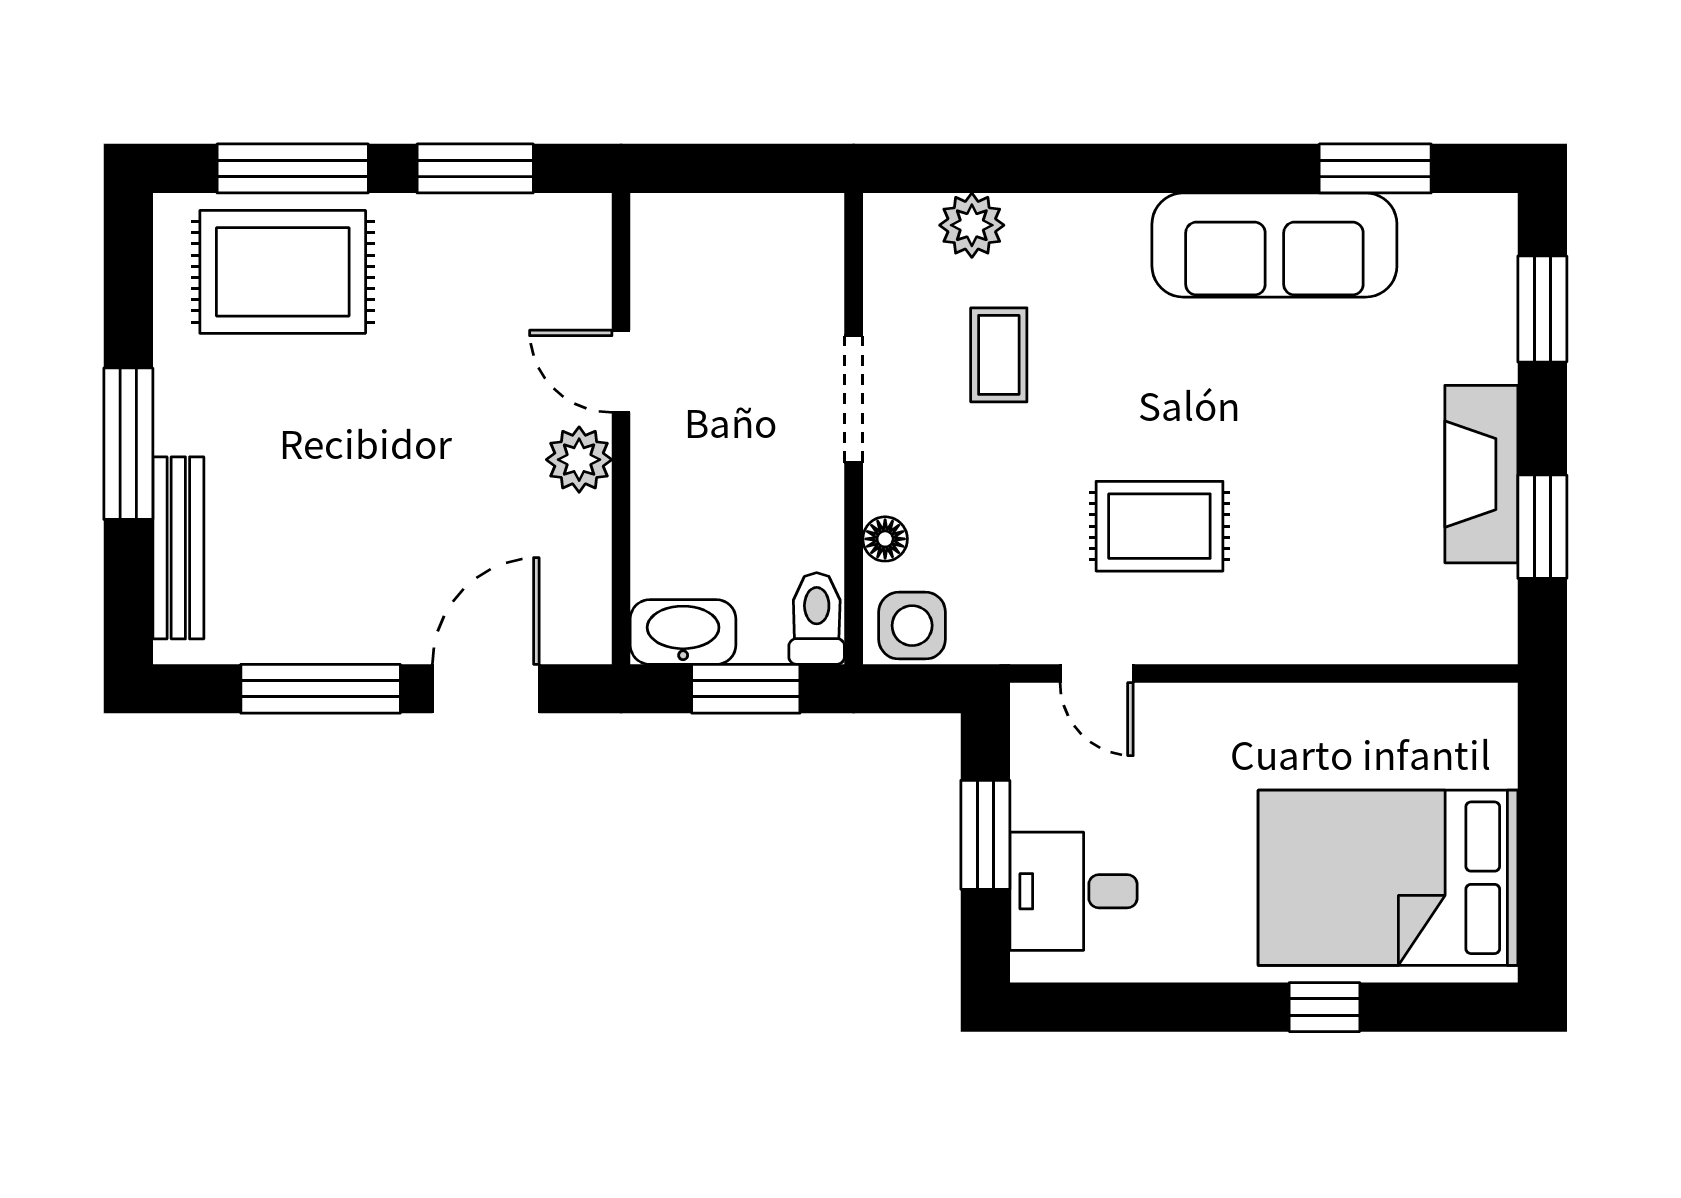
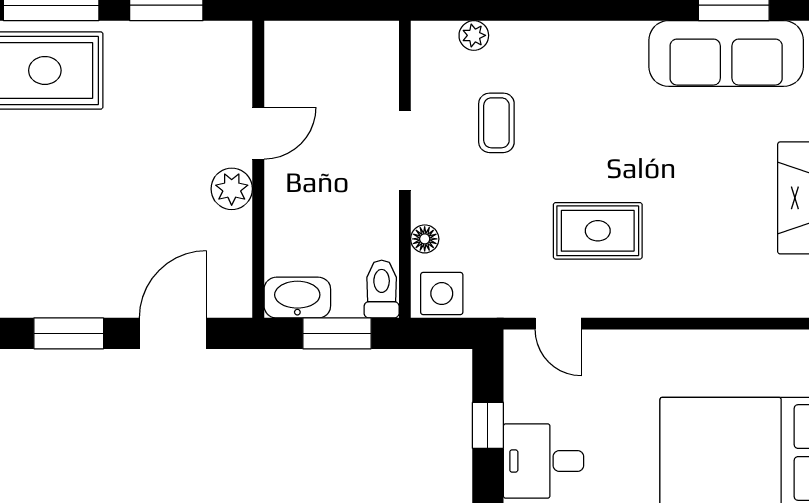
plant: (972, 225) -> (474, 35), width x0.73, depth x0.73
sofa: (1274, 245) -> (726, 54), moved
door: (621, 371) -> (258, 133), swing flipped
window: (321, 689) -> (69, 333), width x0.69
window: (985, 835) -> (488, 425), width x0.67

